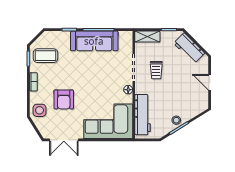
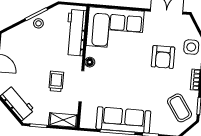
coffee table: (45, 56) -> (180, 108), turned 56
armchair: (64, 99) -> (163, 57), turned 180

